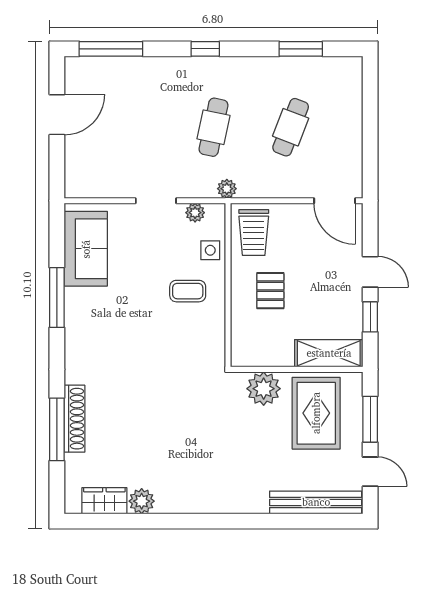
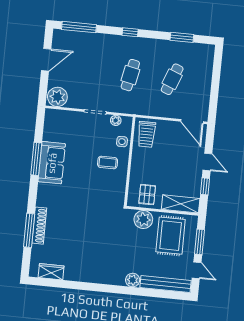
plant: (227, 189) -> (57, 97), moved, width x1.88, depth x1.88
sofa: (86, 249) -> (52, 163), moved
pallet: (270, 291) -> (147, 195), moved
plant: (142, 501) -> (133, 280), moved

